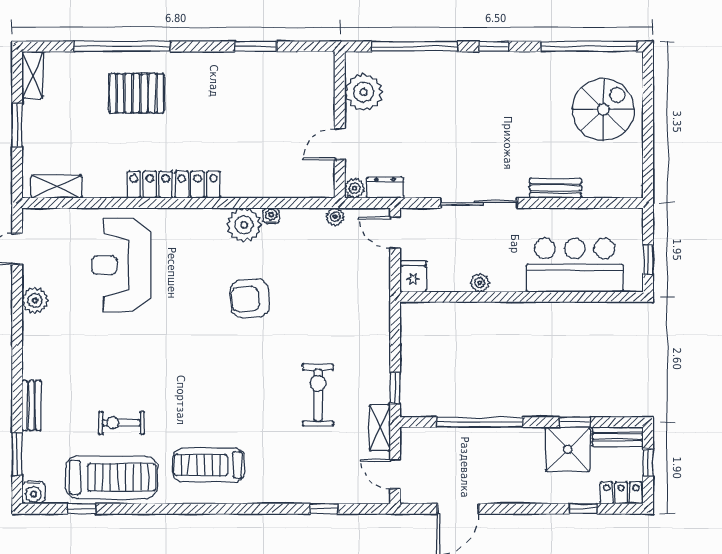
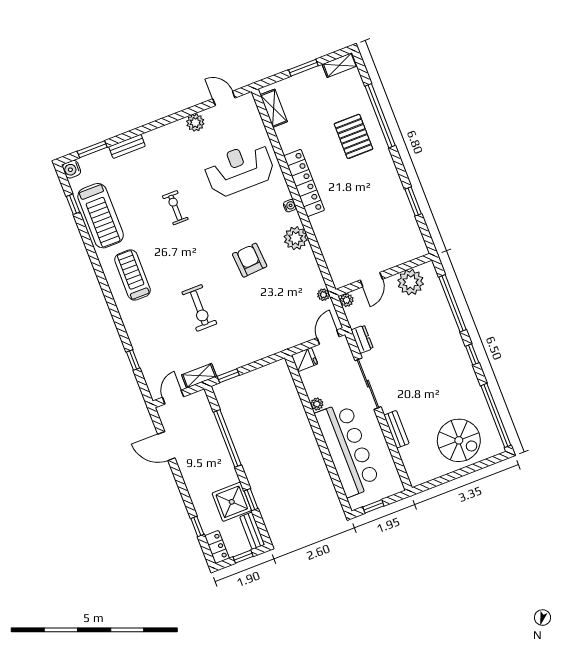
door: (340, 144) -> (371, 280), swing flipped
dresser: (385, 188) -> (362, 339), moved
water cooler: (271, 216) -> (290, 206), moved
bar counter: (575, 265) -> (347, 449), width x1.36
exercise bike: (318, 395) -> (199, 308), moved, turned 90
exercise bike: (121, 423) -> (175, 208), moved

